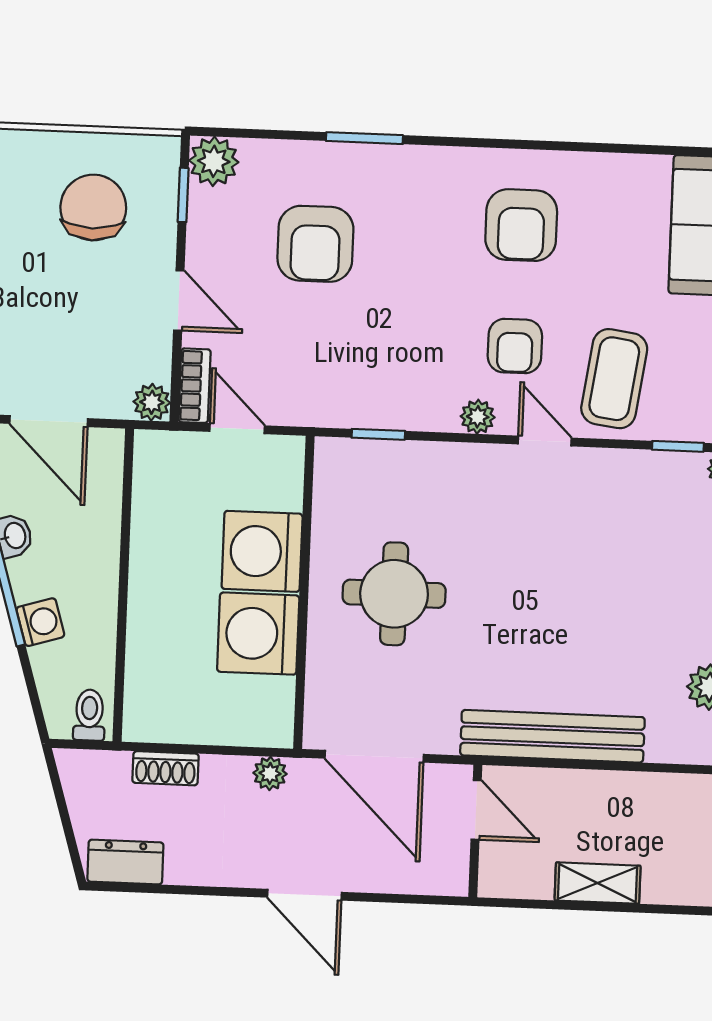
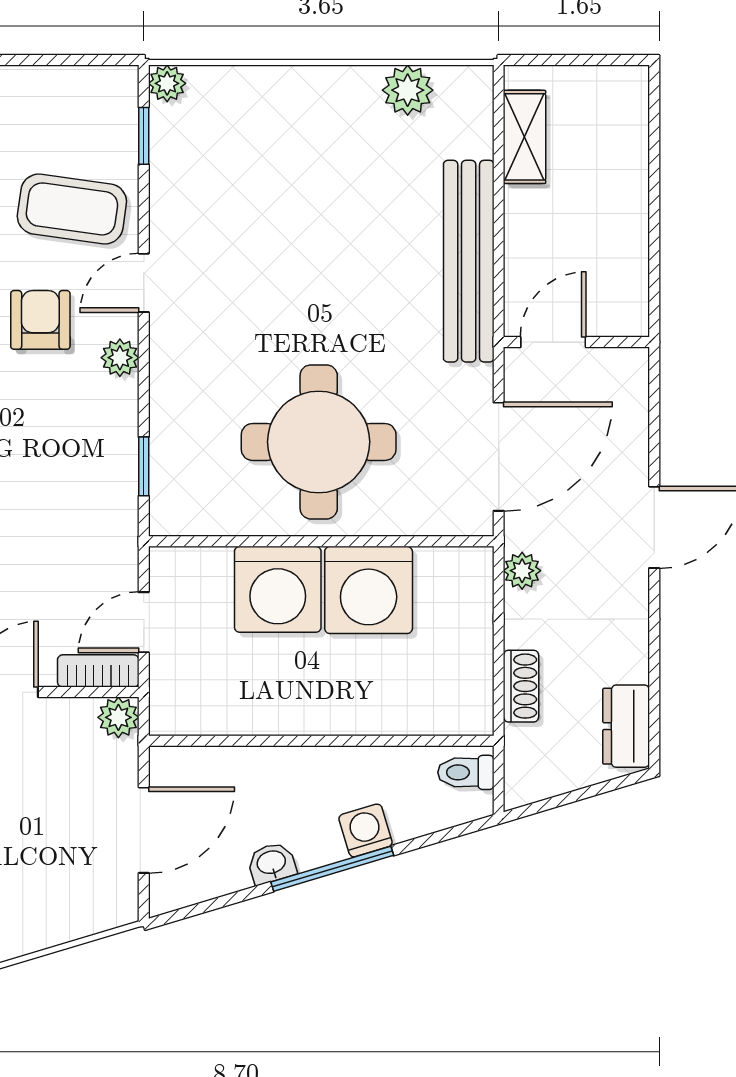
armchair: (515, 346) -> (40, 320), turned -90
round table: (394, 594) -> (319, 442), width x1.36, depth x1.36
shelving: (598, 883) -> (524, 137), moved

